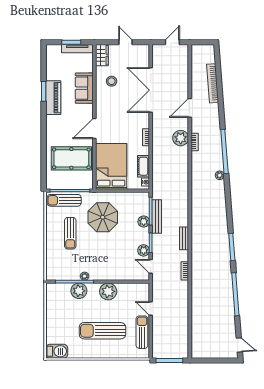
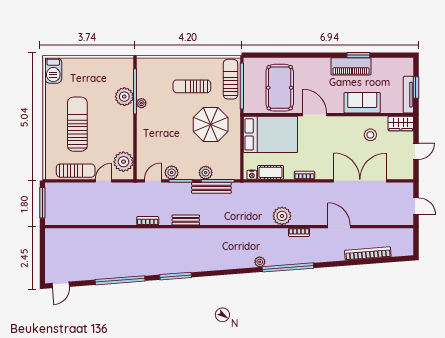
plant: (181, 138) -> (282, 216), moved
plant: (108, 291) -> (123, 162), moved

